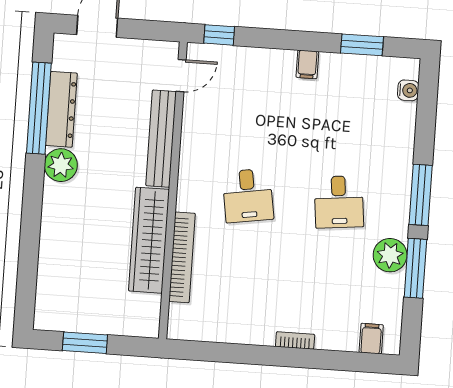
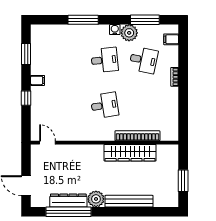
window: (219, 35) -> (26, 98), moved
water cooler: (408, 90) -> (115, 30), moved
bench: (161, 139) -> (129, 201), moved
window: (421, 195) -> (83, 20), moved
window: (415, 268) -> (145, 20), moved
desk: (333, 280) -> (143, 60), added

